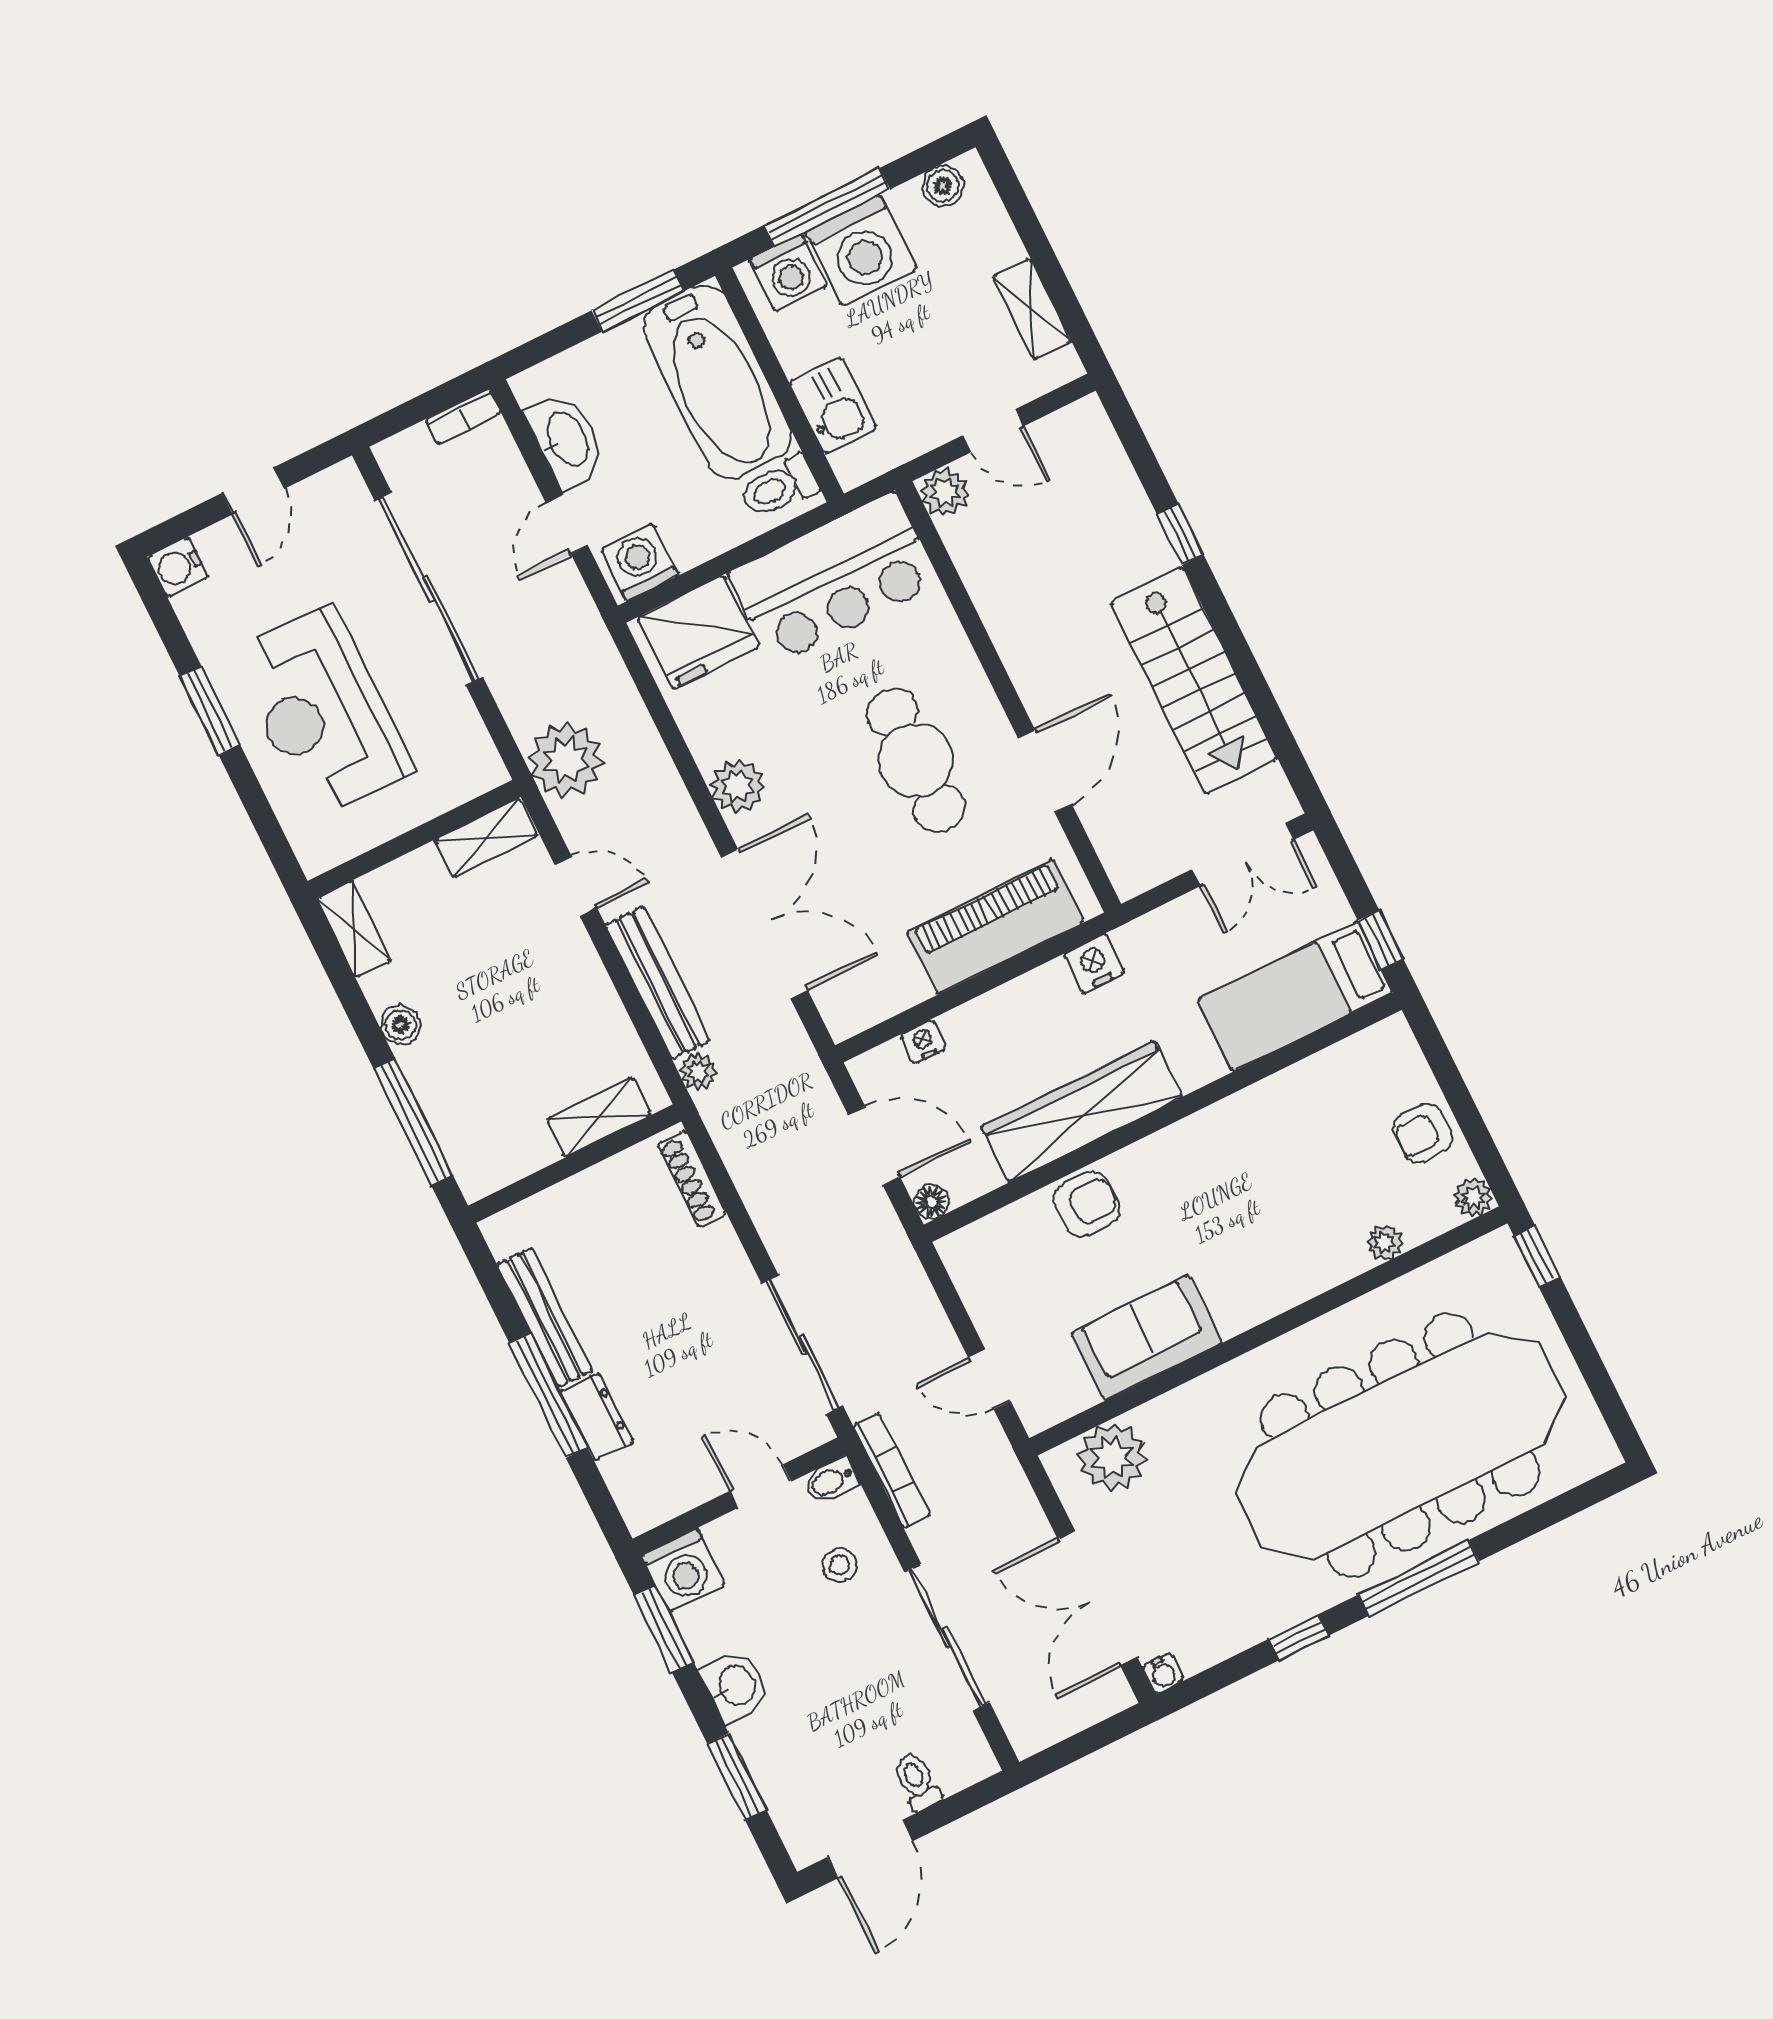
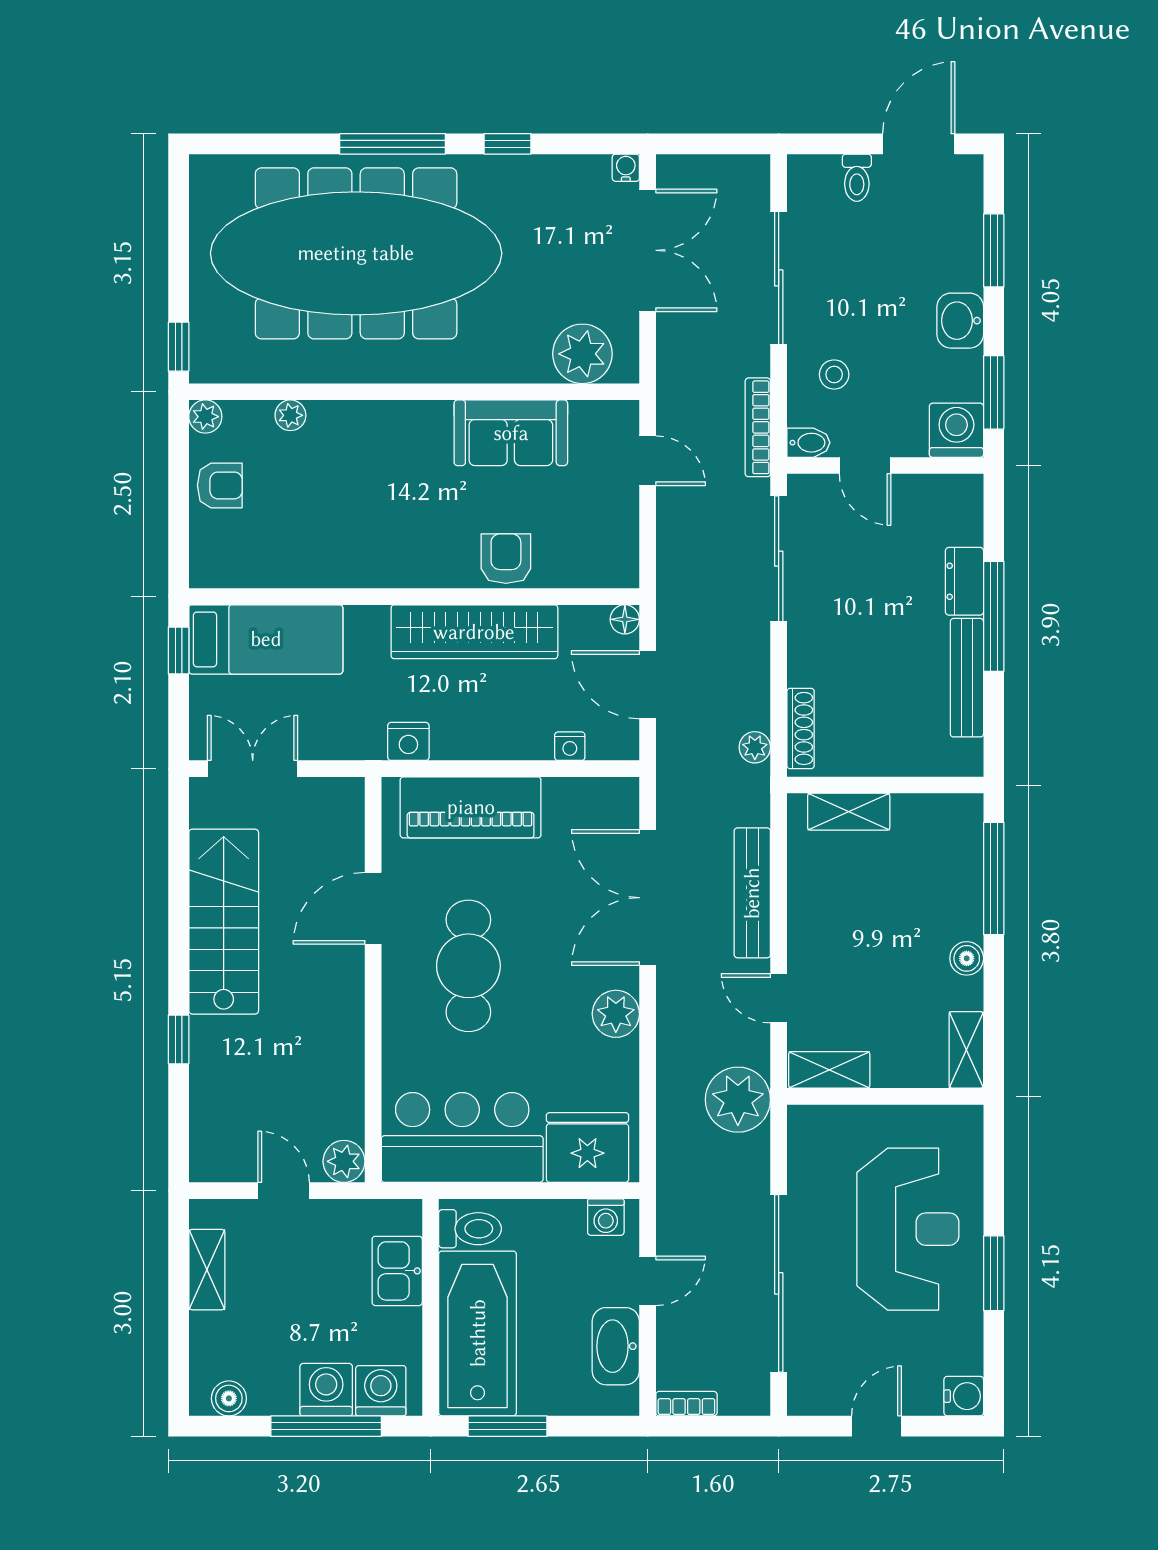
washing machine: (861, 250) -> (326, 1390), width x0.73, depth x0.73
washing machine: (640, 562) -> (606, 1217), width x0.73, depth x0.73
plant: (698, 1071) -> (755, 747), moved
armchair: (1087, 1204) -> (506, 559), turned 90

